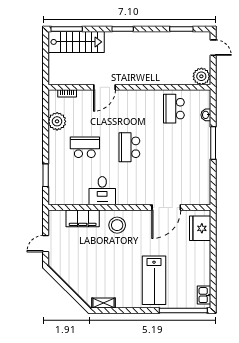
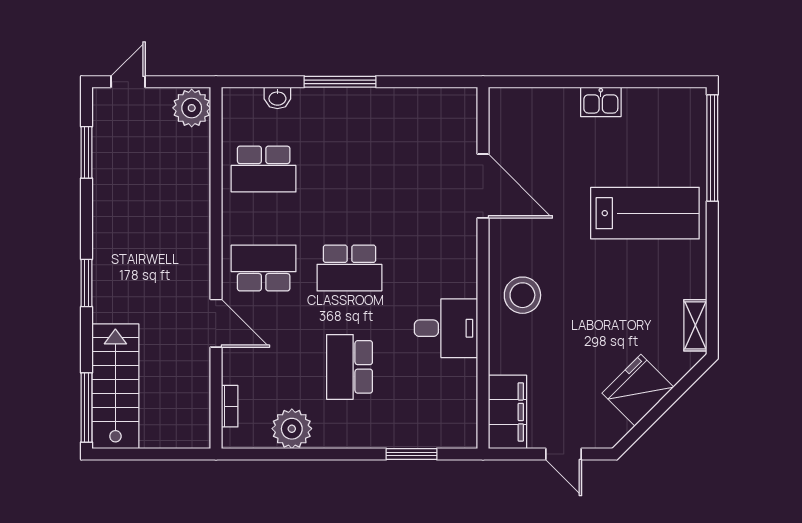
school desk: (129, 109) -> (264, 268), added
filing cabinet: (83, 218) -> (507, 412), moved
fridge: (200, 228) -> (638, 390), moved, turned 135
kitchen sink: (204, 295) -> (601, 102), moved

